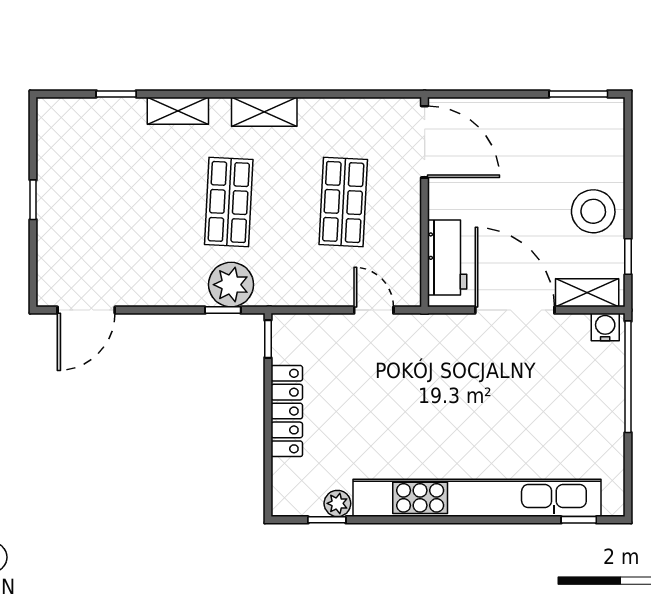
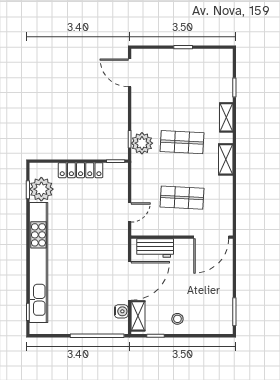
stool: (593, 211) -> (177, 319), width x0.53, depth x0.53
water cooler: (605, 327) -> (121, 311), moved
plant: (337, 503) -> (41, 189), width x1.88, depth x1.88

